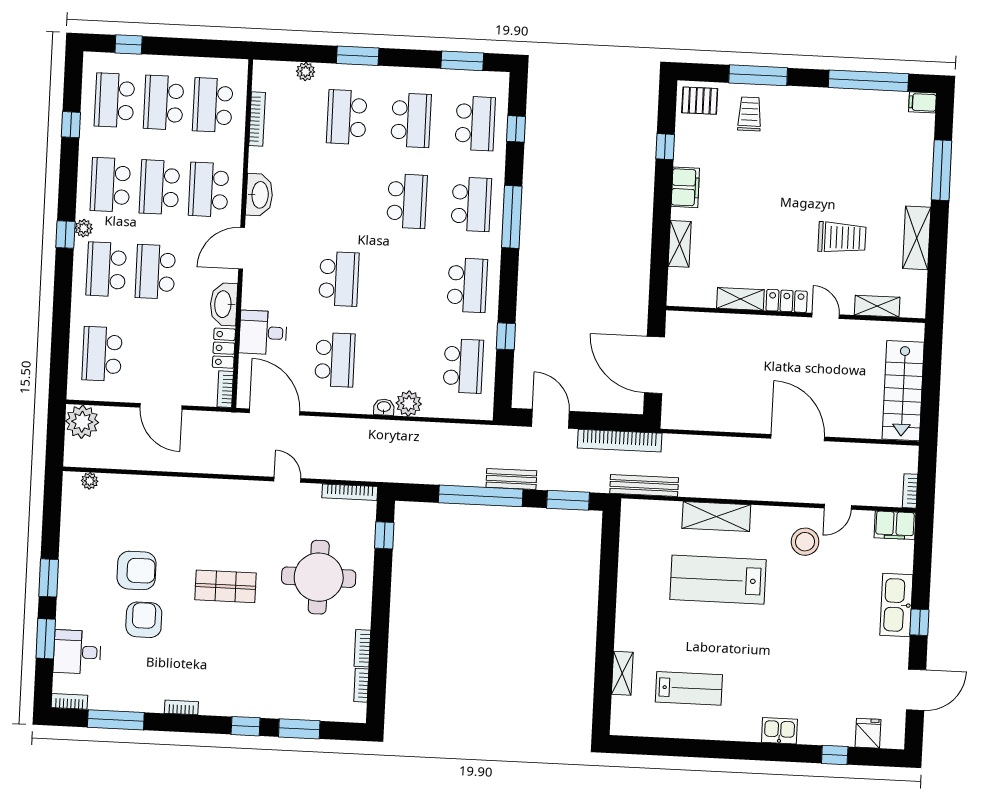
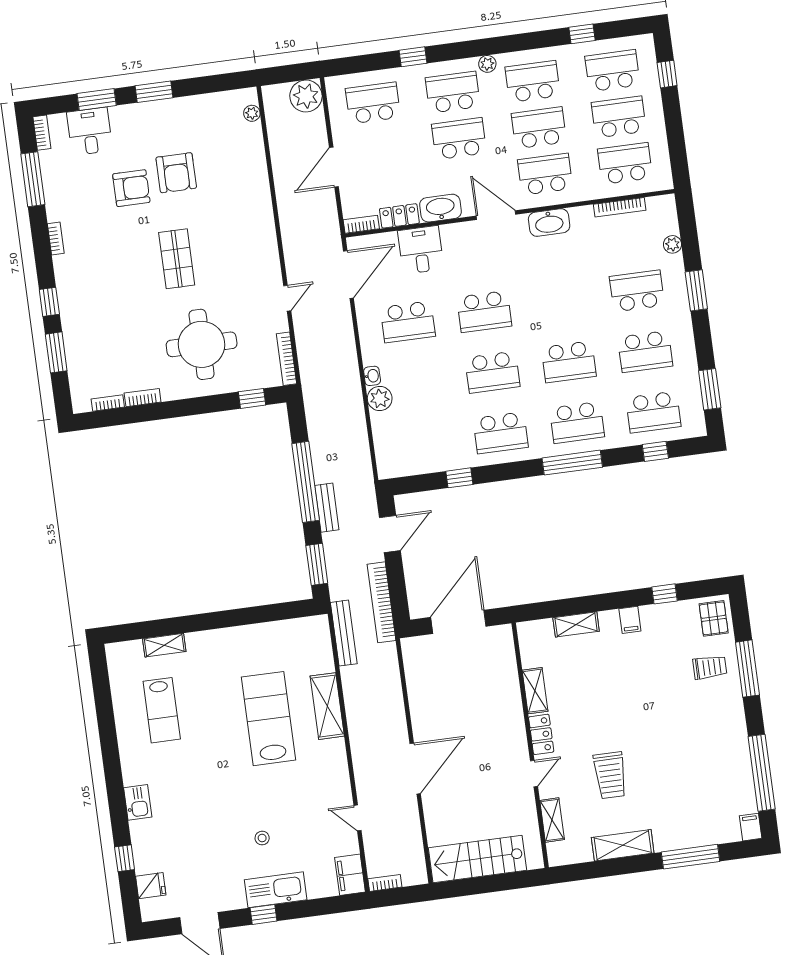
filing cabinet: (685, 187) -> (630, 620), width x0.50
window: (65, 234) -> (413, 57), moved
school desk: (463, 366) -> (492, 372), moved
stool: (805, 542) -> (262, 838), moved, width x0.53, depth x0.53

